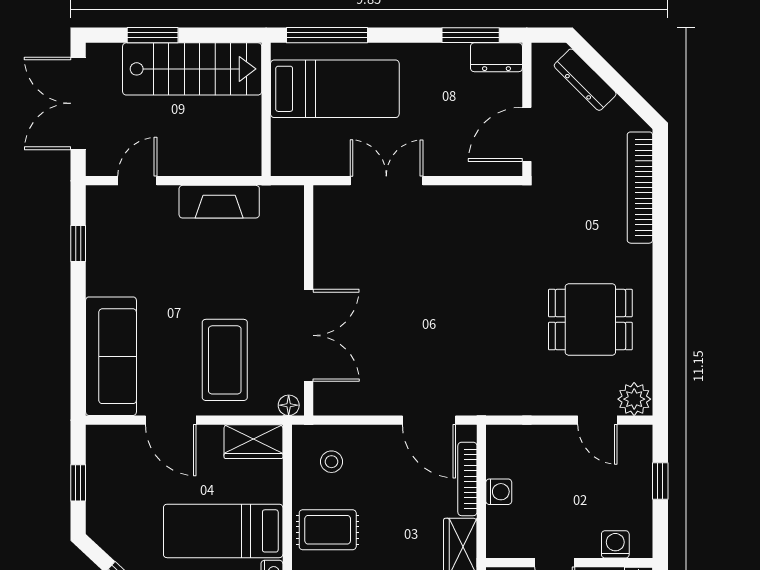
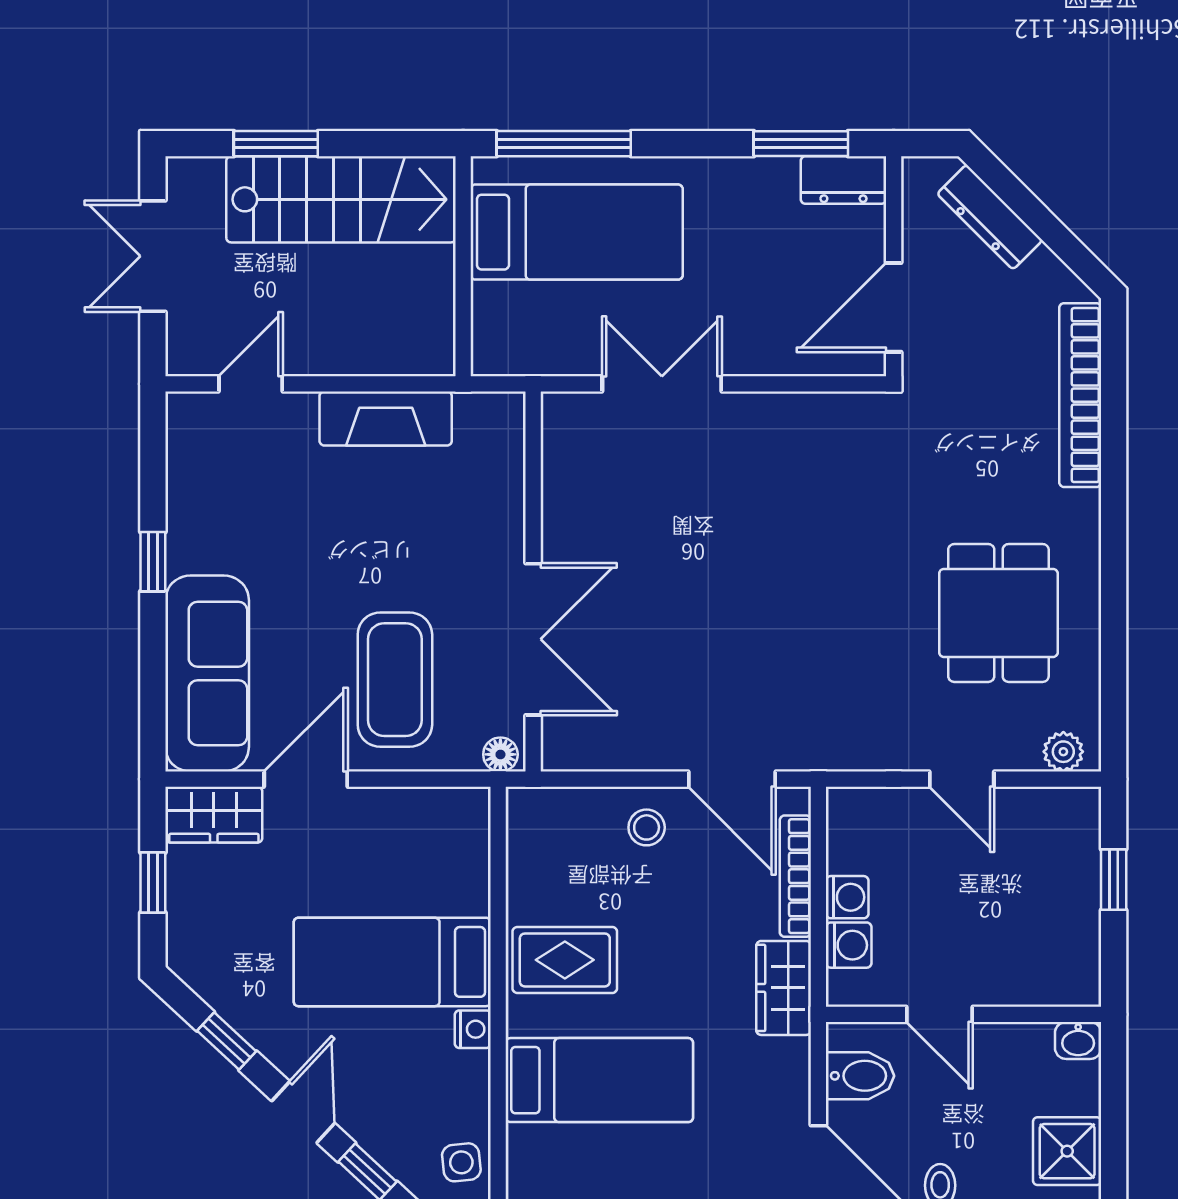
double door: (78, 103) -> (153, 256), width x0.73
window: (78, 243) -> (153, 562), moved
dining table: (590, 320) -> (998, 613), turned 90
plant: (634, 399) -> (1063, 752), width x0.73, depth x0.73
door: (171, 420) -> (306, 779), swing flipped
door: (597, 420) -> (962, 779), moved
wardrobe: (253, 442) -> (214, 815), moved
stool: (332, 462) -> (647, 827), moved
washing machine: (615, 544) -> (849, 945), moved, turned 90

